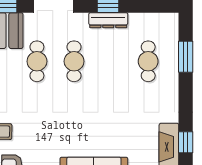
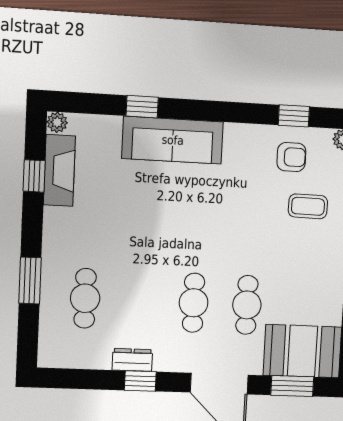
dresser: (108, 20) -> (132, 360), width x0.70
window: (186, 57) -> (30, 280), moved

